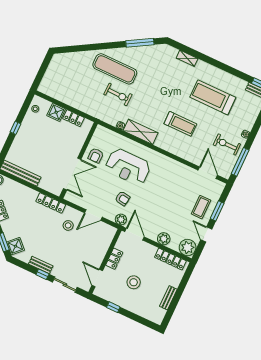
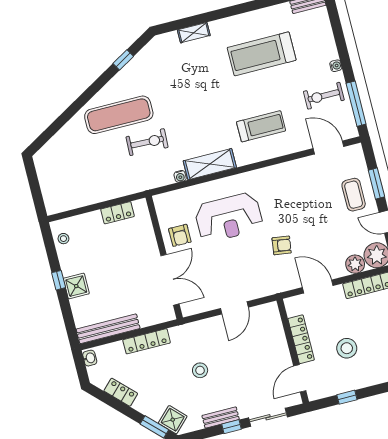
window: (140, 43) -> (123, 60), width x0.46
shower: (56, 112) -> (76, 286), moved
treadmill: (180, 124) -> (261, 126), moved
armchair: (123, 198) -> (282, 245), moved
locker: (51, 203) -> (147, 341), moved
plant: (121, 219) -> (271, 286), removed
stool: (68, 225) -> (200, 370), moved
door: (135, 234) -> (318, 287), moved
plant: (164, 239) -> (355, 264), moved
locker: (114, 259) -> (301, 339), width x1.53
door: (97, 278) -> (300, 378), hinge flipped

